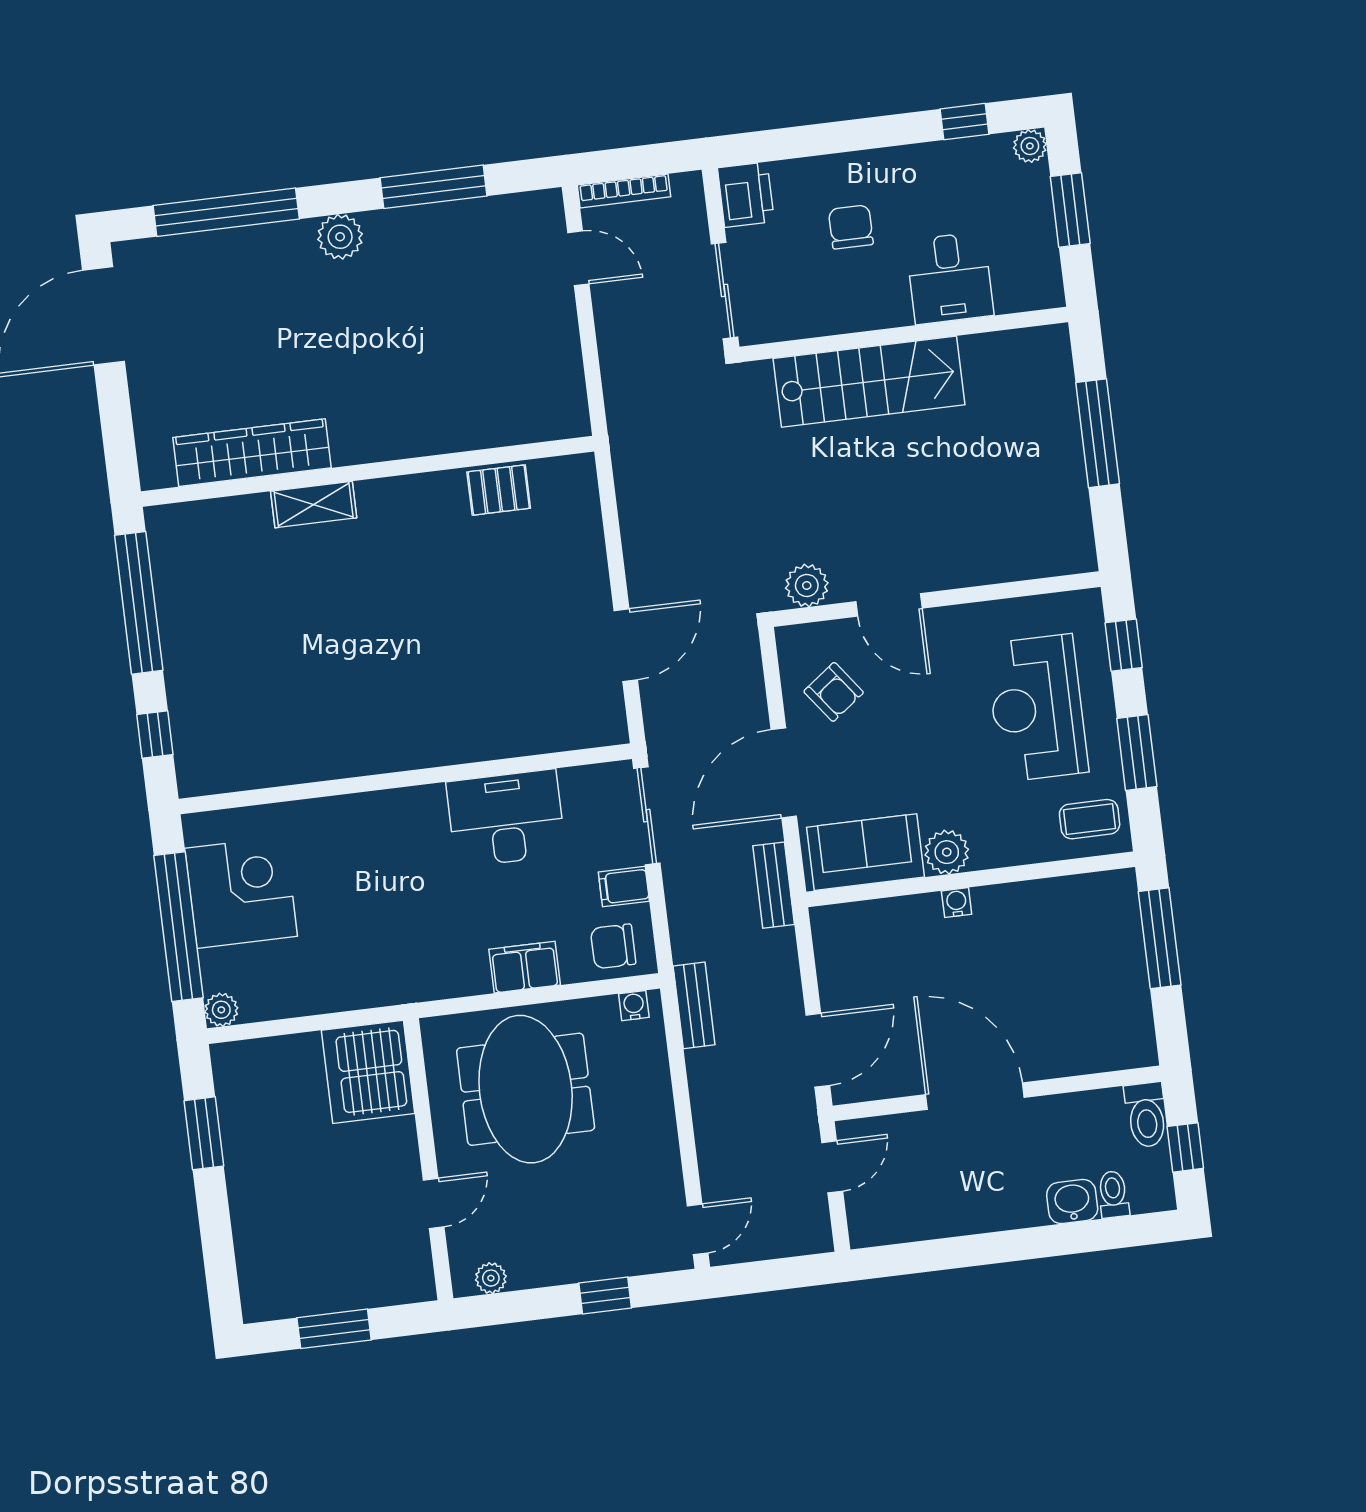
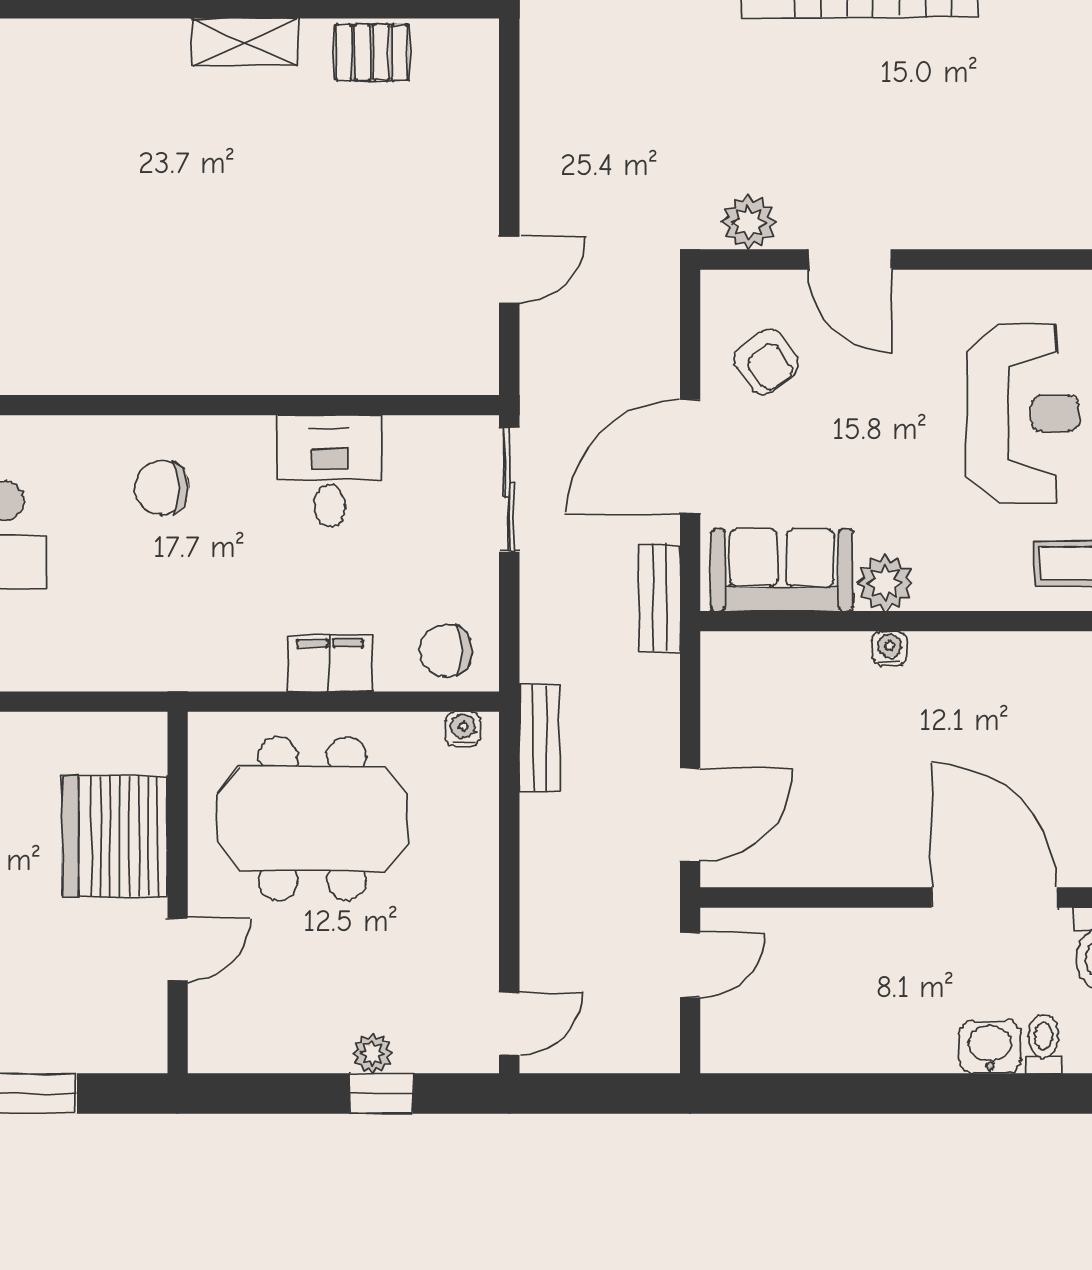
shelving: (314, 505) -> (245, 42), moved
door: (626, 645) -> (509, 270), width x0.73
reception desk: (1037, 708) -> (1022, 414), turned 180
desk: (506, 818) -> (330, 471), width x0.73
chair: (378, 847) -> (162, 488), added
filing cabinet: (624, 887) -> (469, 576), removed
server rack: (368, 1072) -> (115, 836), moved
meeting table: (526, 1089) -> (312, 819), turned 90
door: (975, 1096) -> (994, 897), moved
plant: (491, 1278) -> (373, 1053), moved

